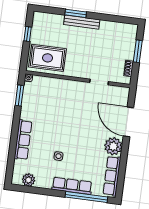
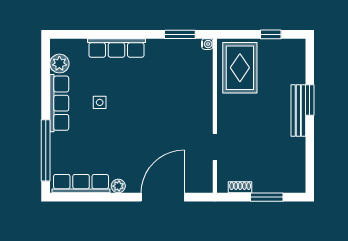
plant: (113, 146) -> (118, 186), width x0.53, depth x0.53
row of seats: (72, 186) -> (59, 103), moved

